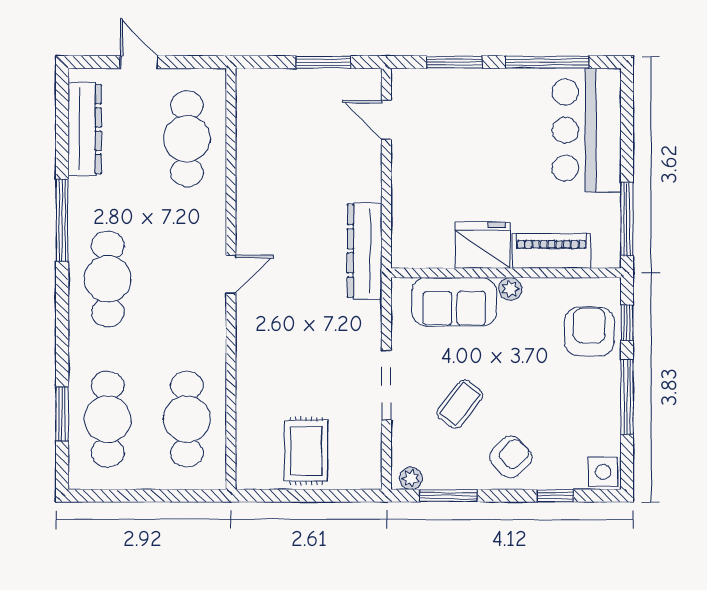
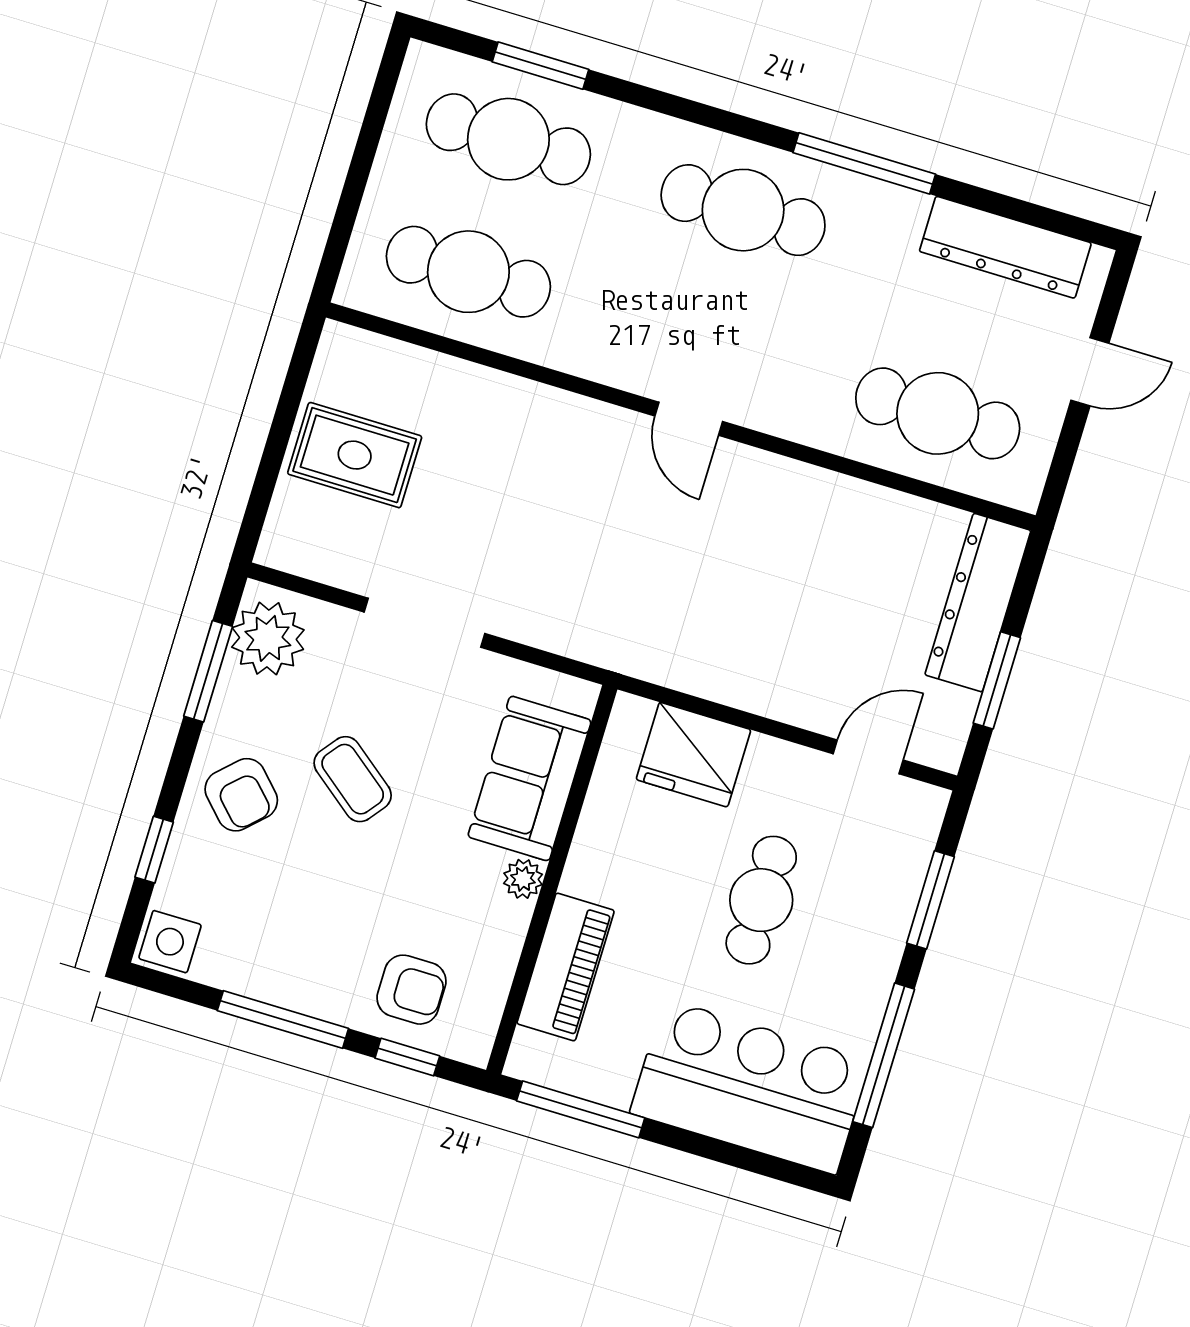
cafe table: (483, 155) -> (761, 900), added
fridge: (483, 245) -> (693, 755), moved, turned 90
dresser: (365, 251) -> (978, 603), moved, turned -90
armchair: (589, 332) -> (412, 990), width x0.72, depth x0.72
coffee table: (460, 404) -> (353, 779), moved
plant: (411, 478) -> (268, 638), width x1.88, depth x1.88

